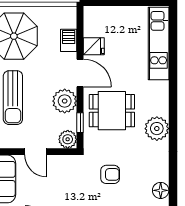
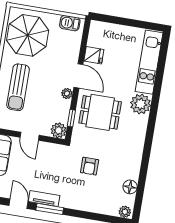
barbecue: (69, 40) -> (70, 23), moved, turned -90
plant: (65, 101) -> (67, 94), width x0.53, depth x0.53
plant: (157, 129) -> (141, 104), moved
armchair: (110, 174) -> (90, 166), turned 90

